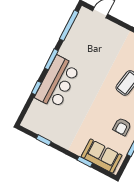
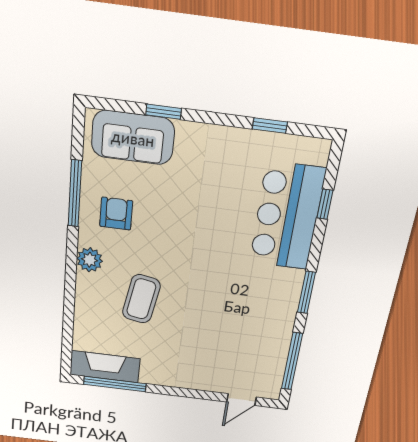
bar counter: (57, 82) -> (287, 216), moved
window: (36, 88) -> (325, 204), moved

